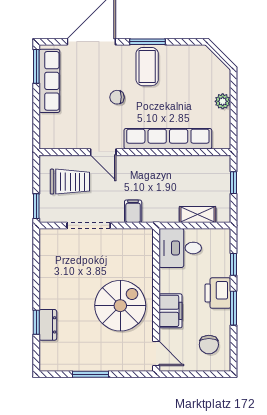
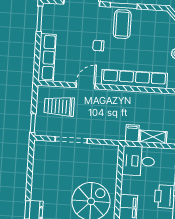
row of seats: (49, 81) -> (47, 57), moved
door: (103, 152) -> (86, 86), swing flipped
trolley: (70, 182) -> (59, 106), turned 180
filing cabinet: (133, 211) -> (132, 133), moved

